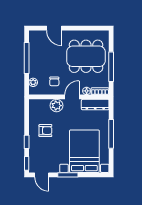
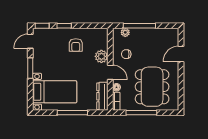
window: (27, 58) -> (139, 26), moved
bed with nightstands: (84, 151) -> (55, 92), width x0.73

